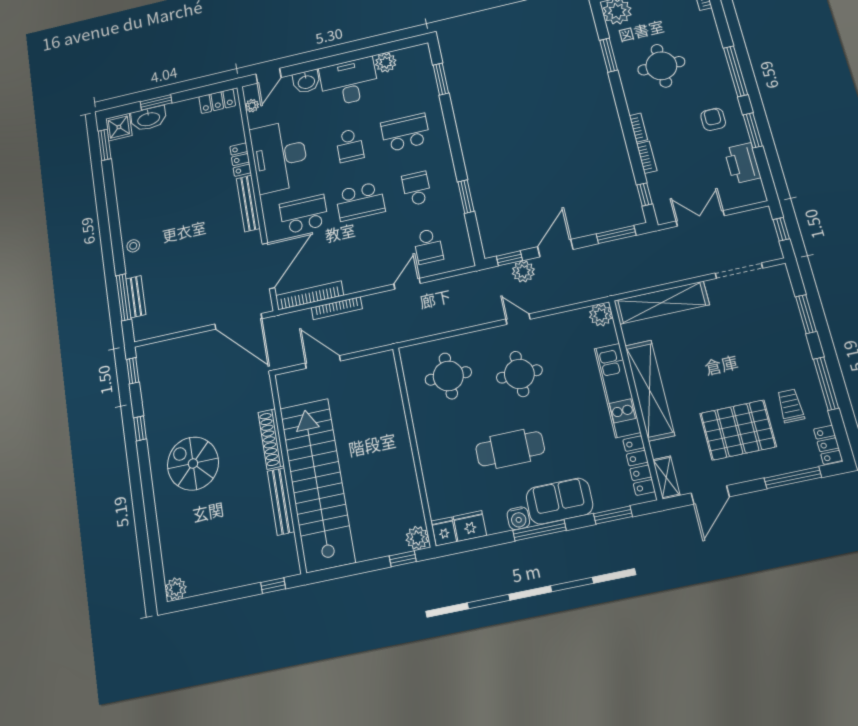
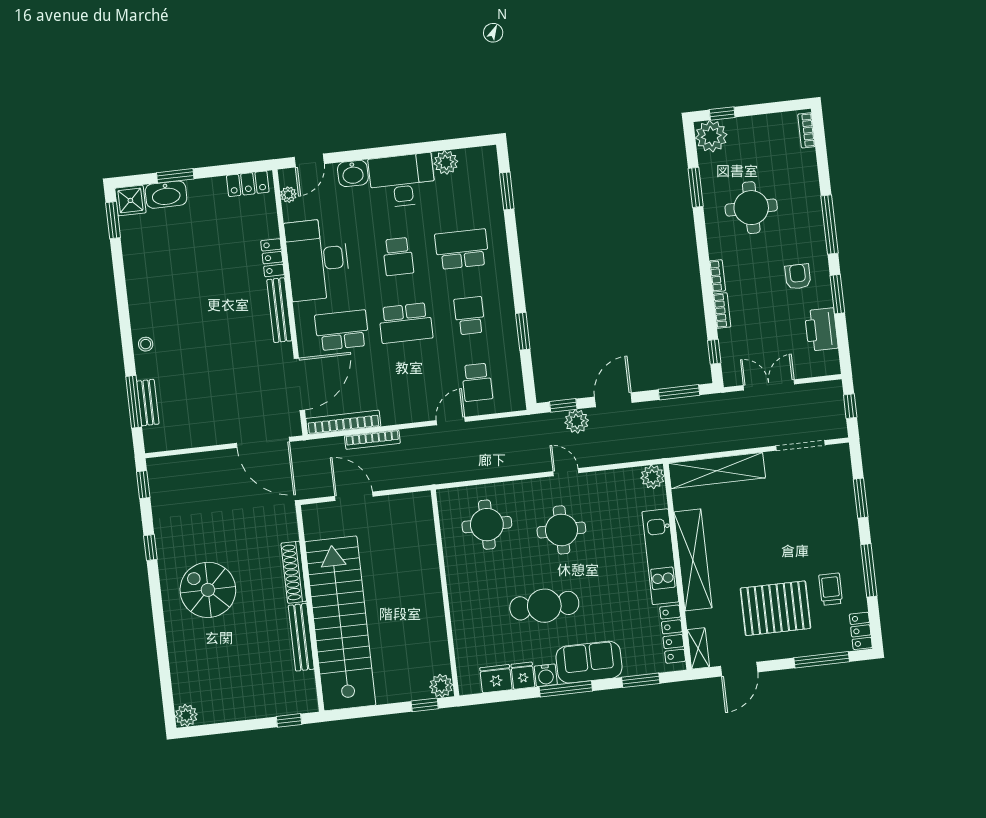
fridge: (444, 531) -> (523, 676), moved

